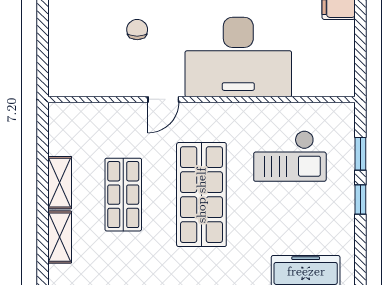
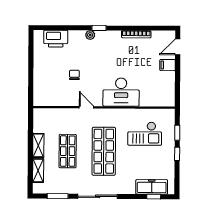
desk: (238, 57) -> (121, 92), width x0.73, depth x0.77
door: (163, 99) -> (86, 107), swing flipped

